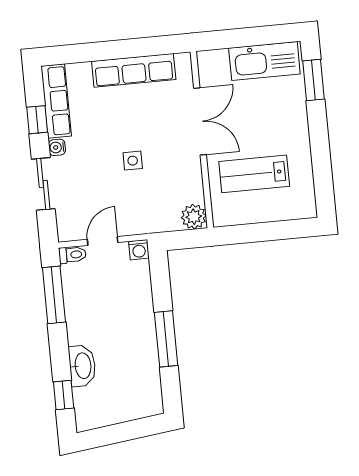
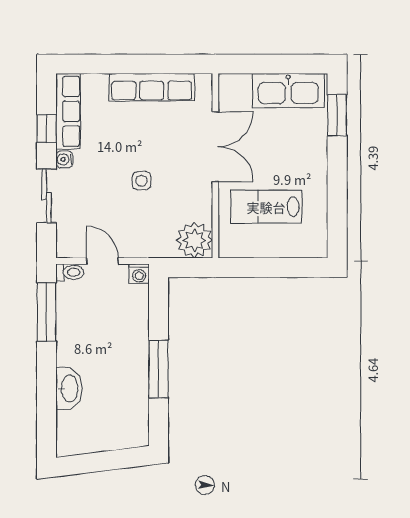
plant: (194, 217) -> (194, 240), width x1.36, depth x1.36
door: (103, 241) -> (102, 261), hinge flipped
window: (64, 395) -> (47, 417), removed

